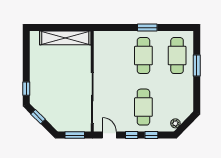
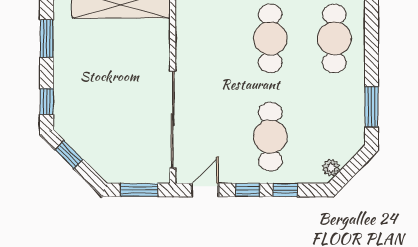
window: (26, 56) -> (47, 39), added
window: (197, 66) -> (372, 107), moved
door: (109, 135) -> (205, 190), hinge flipped

